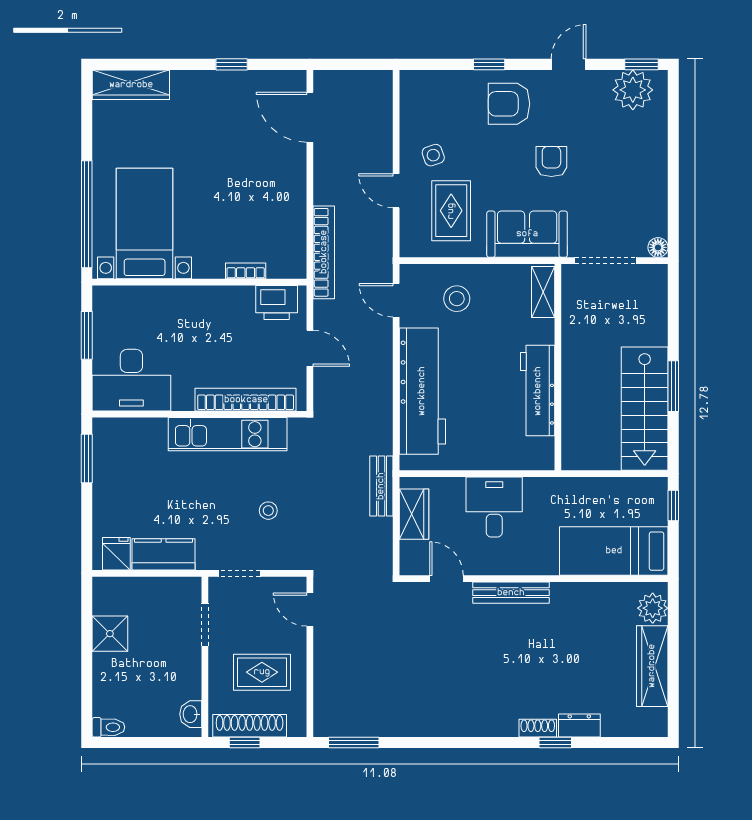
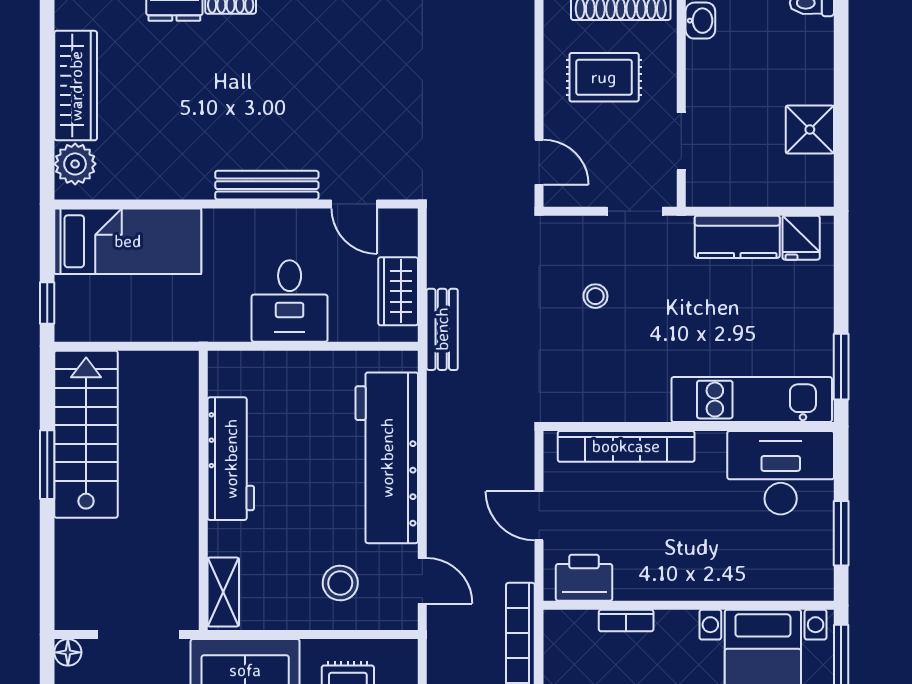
kitchen unit: (228, 434) -> (752, 400), moved

